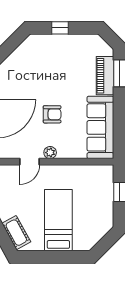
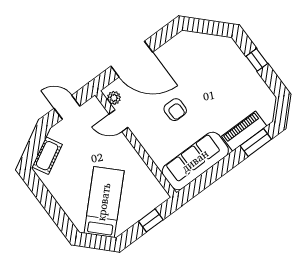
plant: (50, 153) -> (114, 98), moved
bed: (58, 220) -> (104, 202), moved, turned -45

